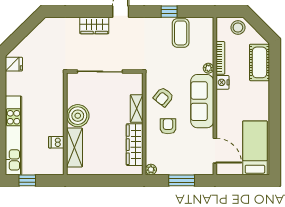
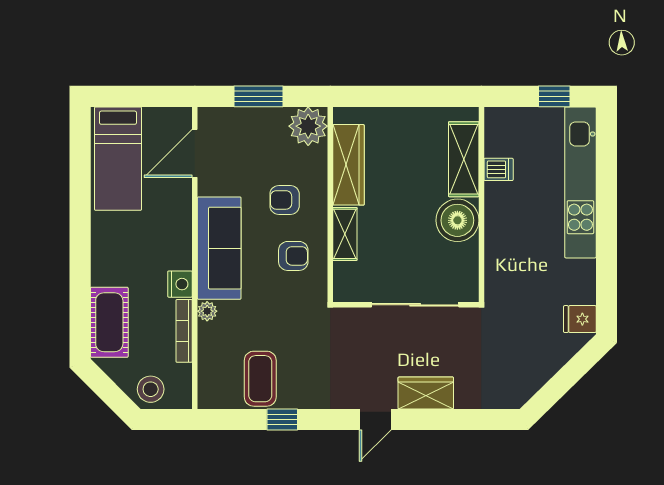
armchair: (163, 97) -> (293, 256), turned 51
armchair: (168, 126) -> (285, 200), turned 90
door: (215, 151) -> (195, 153), hinge flipped
plant: (151, 170) -> (308, 126), width x1.87, depth x1.87

